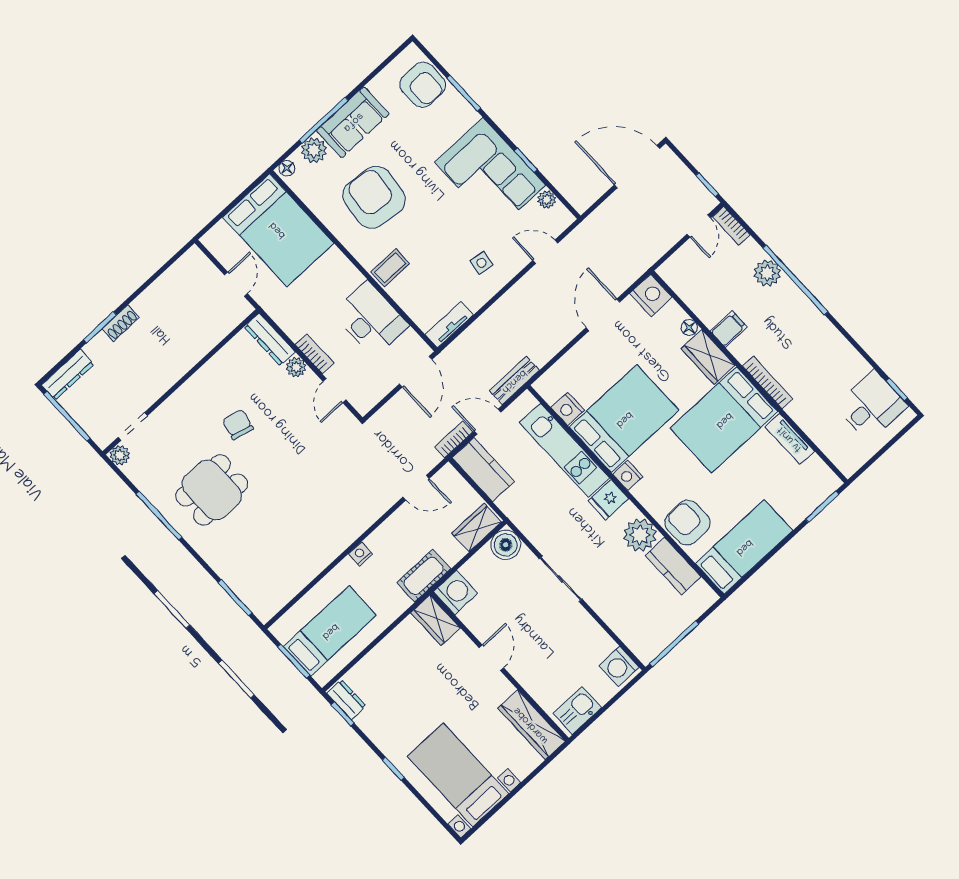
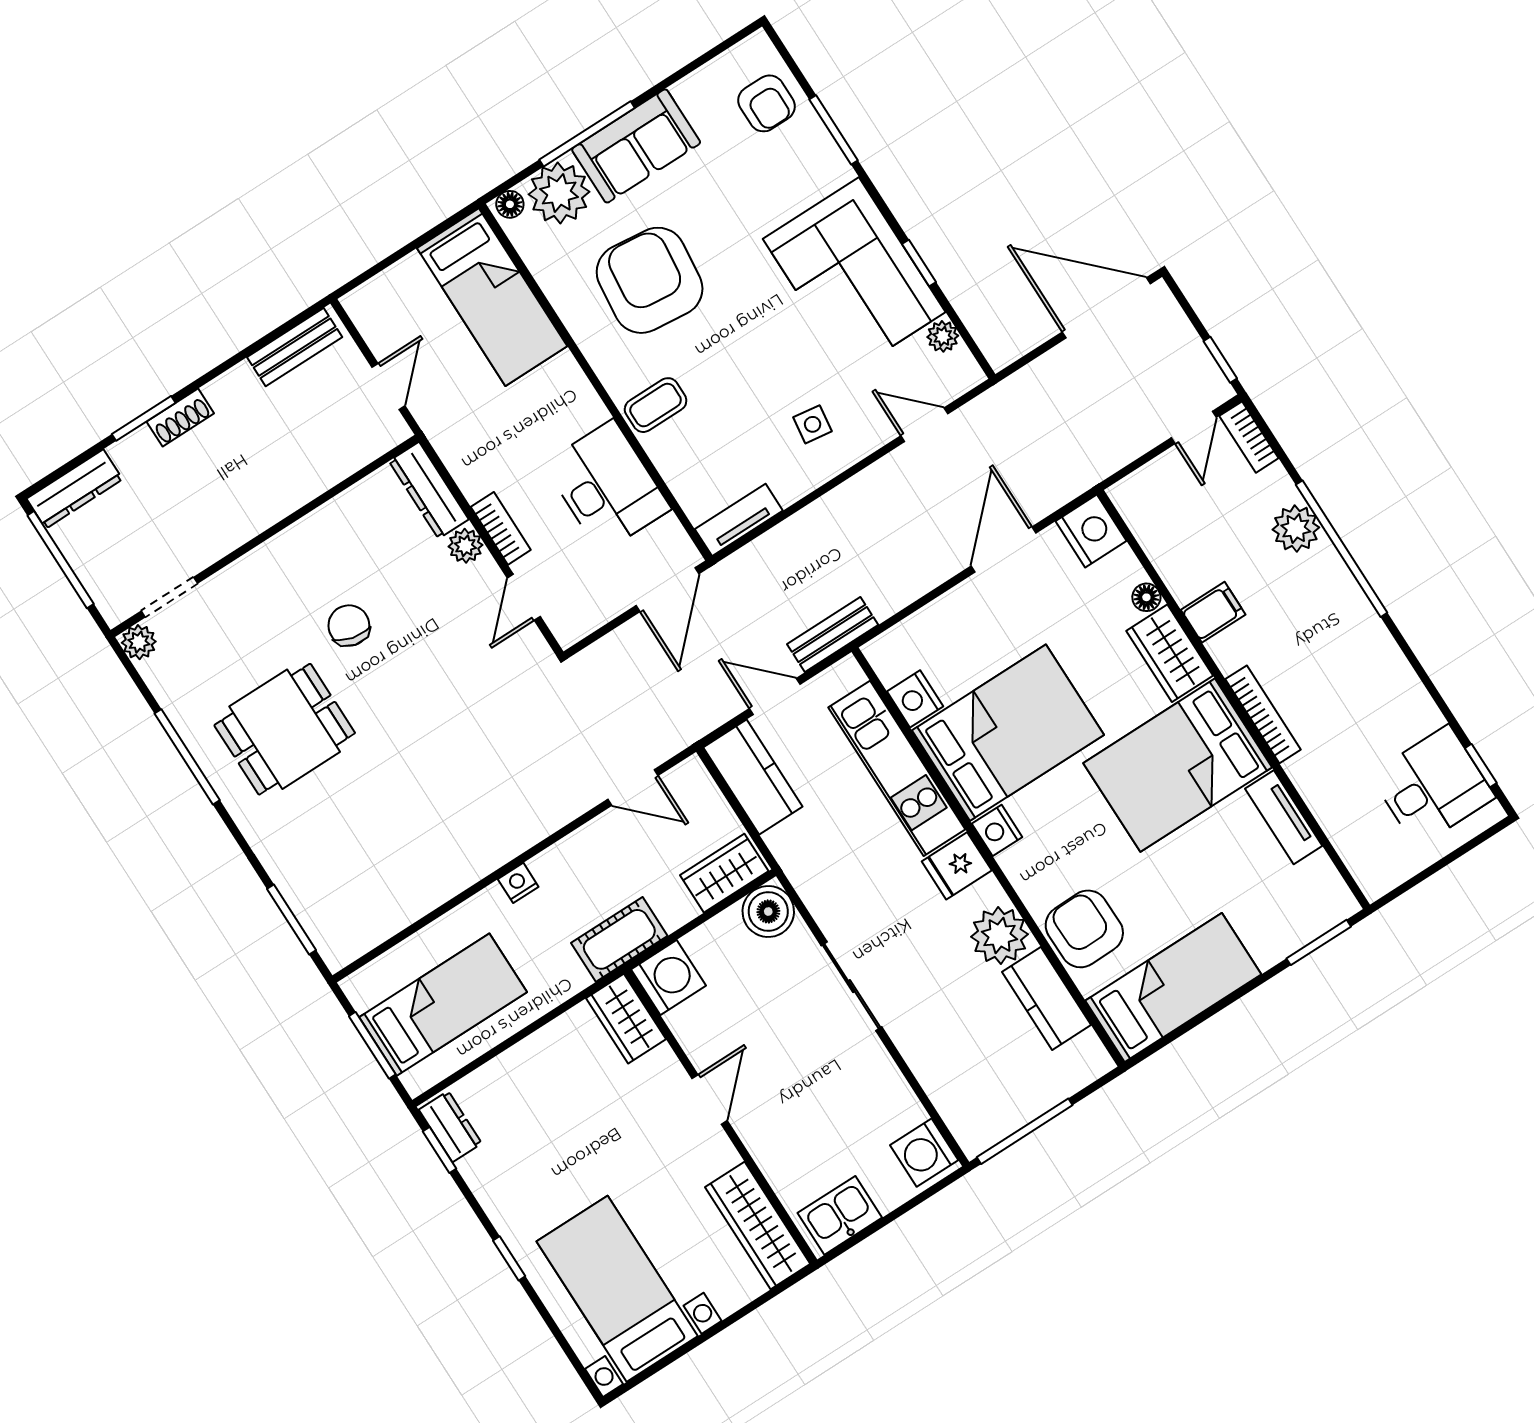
armchair: (423, 85) -> (767, 103), width x0.72, depth x0.72
plant: (314, 150) -> (559, 193), width x1.36, depth x1.36
bed: (278, 230) -> (492, 297), width x0.67
bench: (179, 271) -> (295, 347), added
bookcase: (454, 439) -> (712, 716), removed

